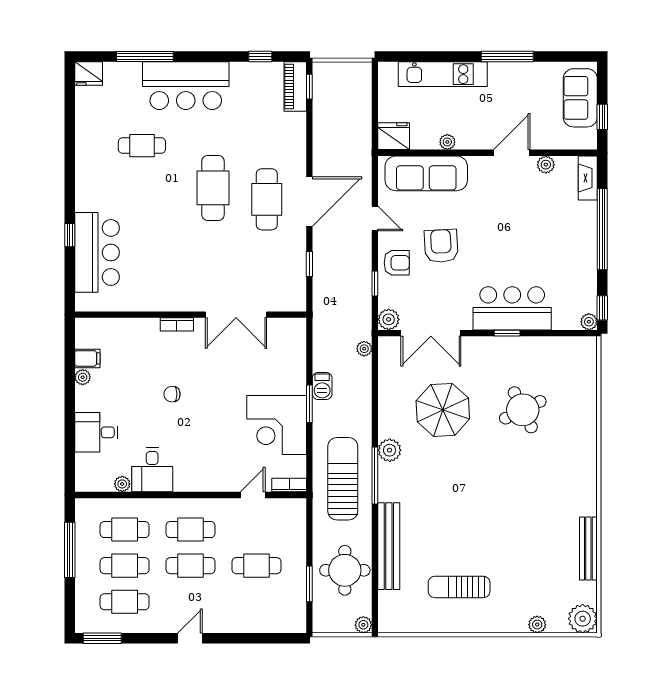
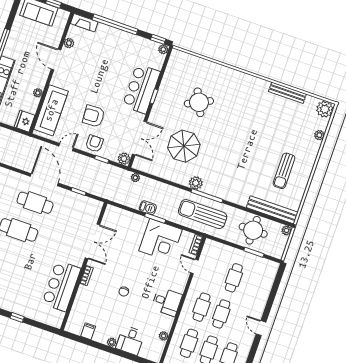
bar counter: (97, 252) -> (61, 286), moved, turned -90
plant: (83, 377) -> (112, 342), moved
desk: (152, 470) -> (167, 302), moved
bench: (389, 546) -> (272, 210), moved

